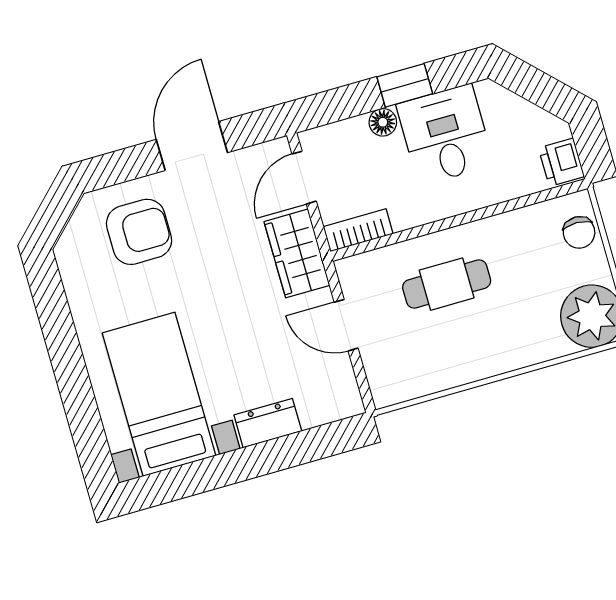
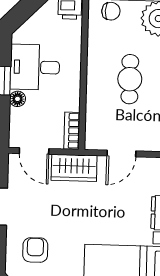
armchair: (139, 232) -> (35, 250), width x0.72, depth x0.72
cafe table: (447, 284) -> (130, 79), moved

